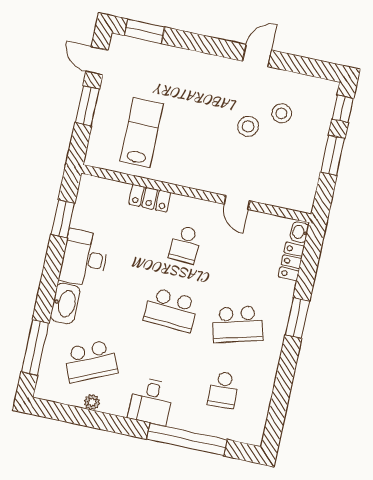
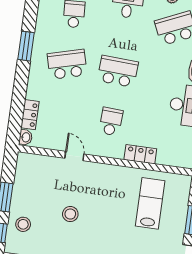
stool: (282, 113) -> (23, 224), moved
lab bench: (142, 132) -> (150, 203), turned 180
window: (297, 318) -> (26, 46), moved

